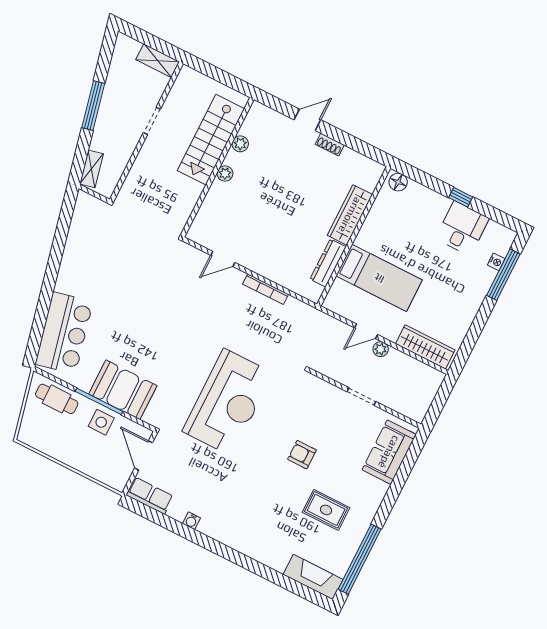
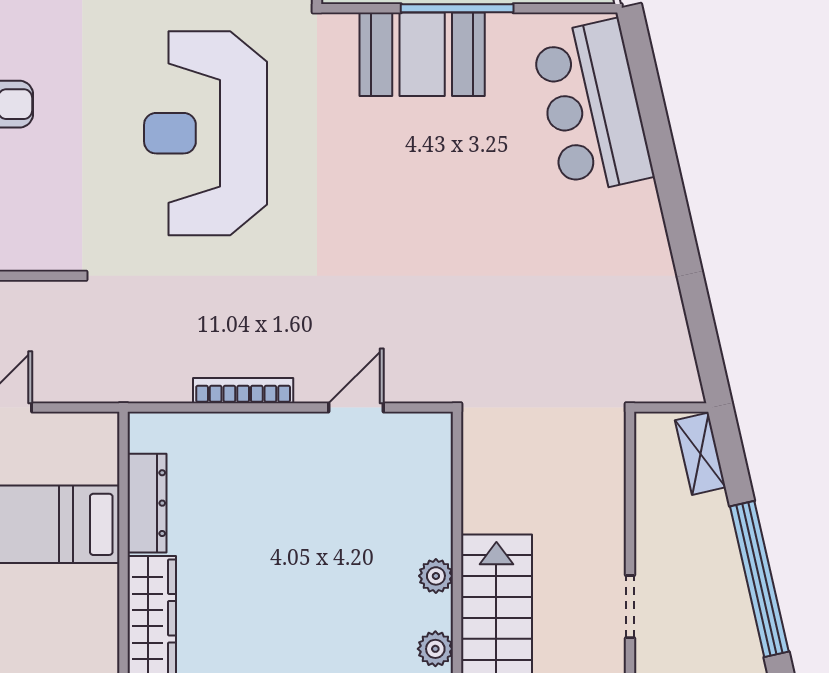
window: (93, 105) -> (759, 579), width x1.46

